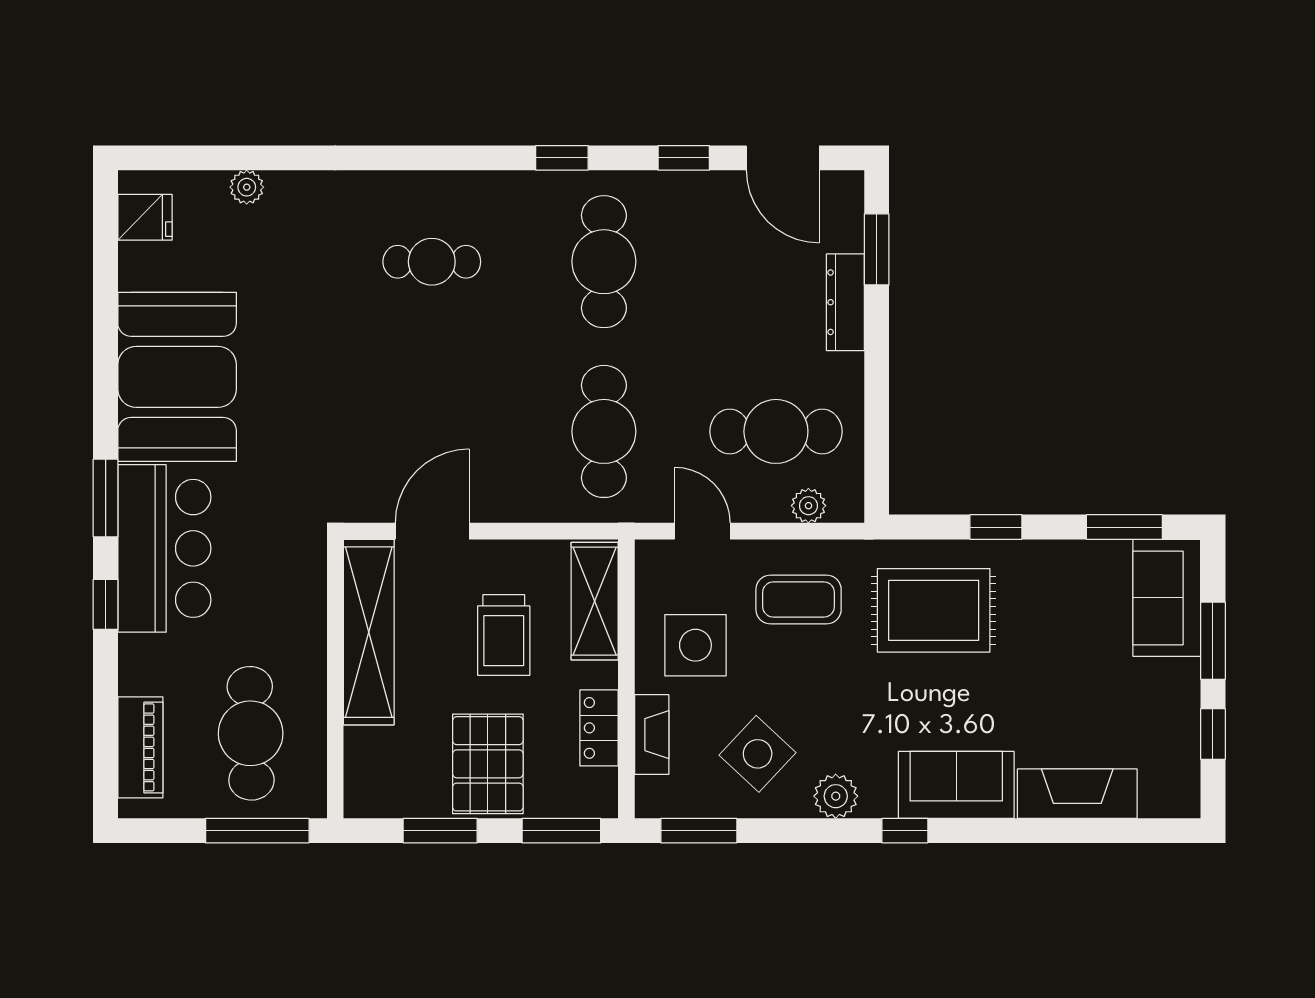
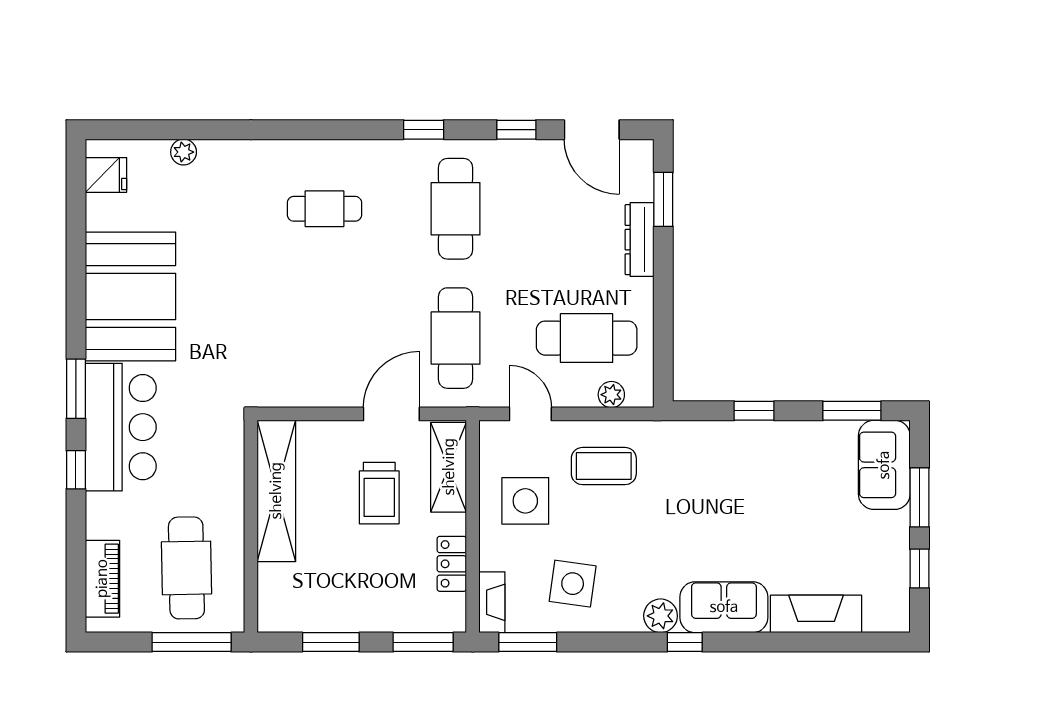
door: (432, 531) -> (391, 414), moved
rug: (934, 610) -> (707, 474), removed
fireplace: (652, 735) -> (492, 602), moved
side table: (758, 754) -> (573, 584), turned -35
pallet: (488, 764) -> (367, 591), removed
plant: (836, 796) -> (661, 616), moved

